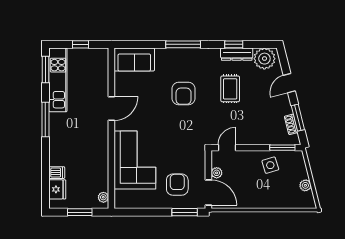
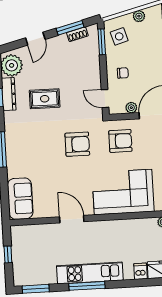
kitchen unit: (58, 80) -> (90, 273), moved
door: (289, 83) -> (35, 39), hinge flipped
armchair: (184, 93) -> (77, 144), moved
side table: (270, 165) -> (119, 36), moved
chair: (251, 166) -> (123, 73), added
armchair: (177, 185) -> (120, 141), moved, turned 180

